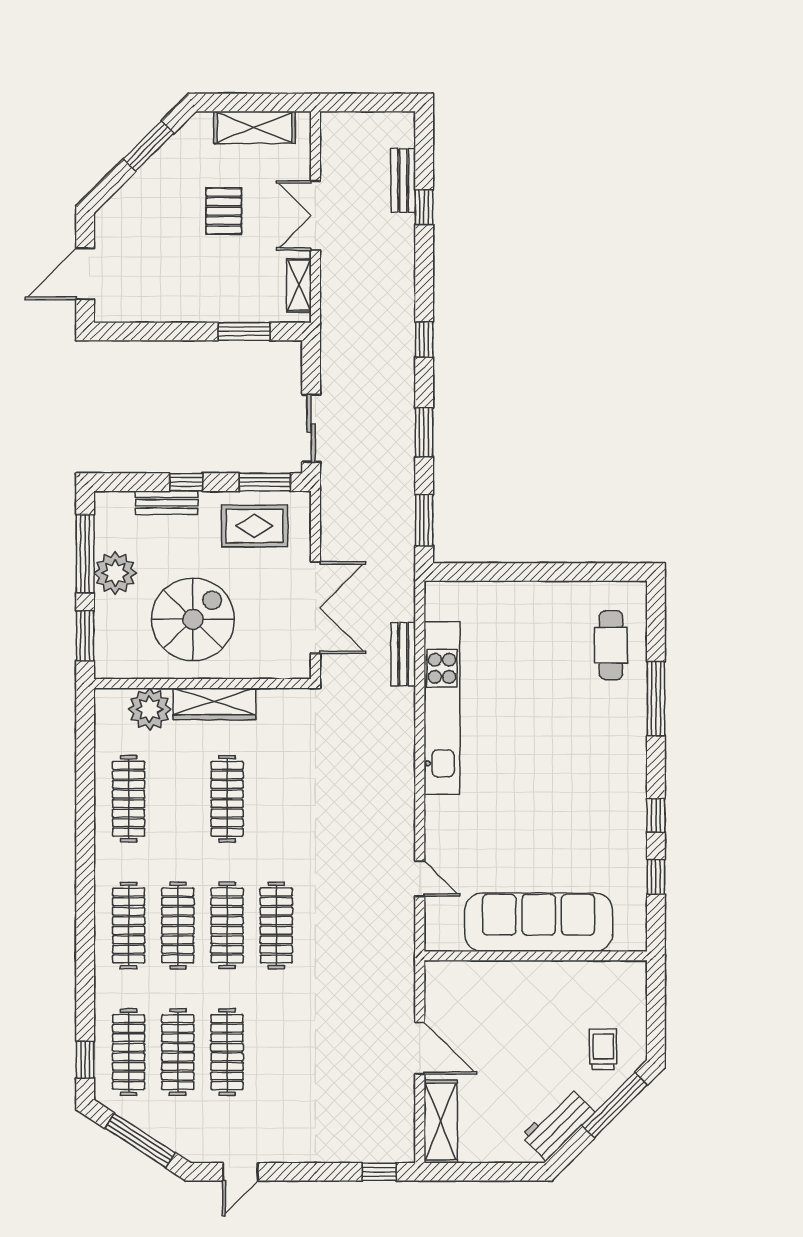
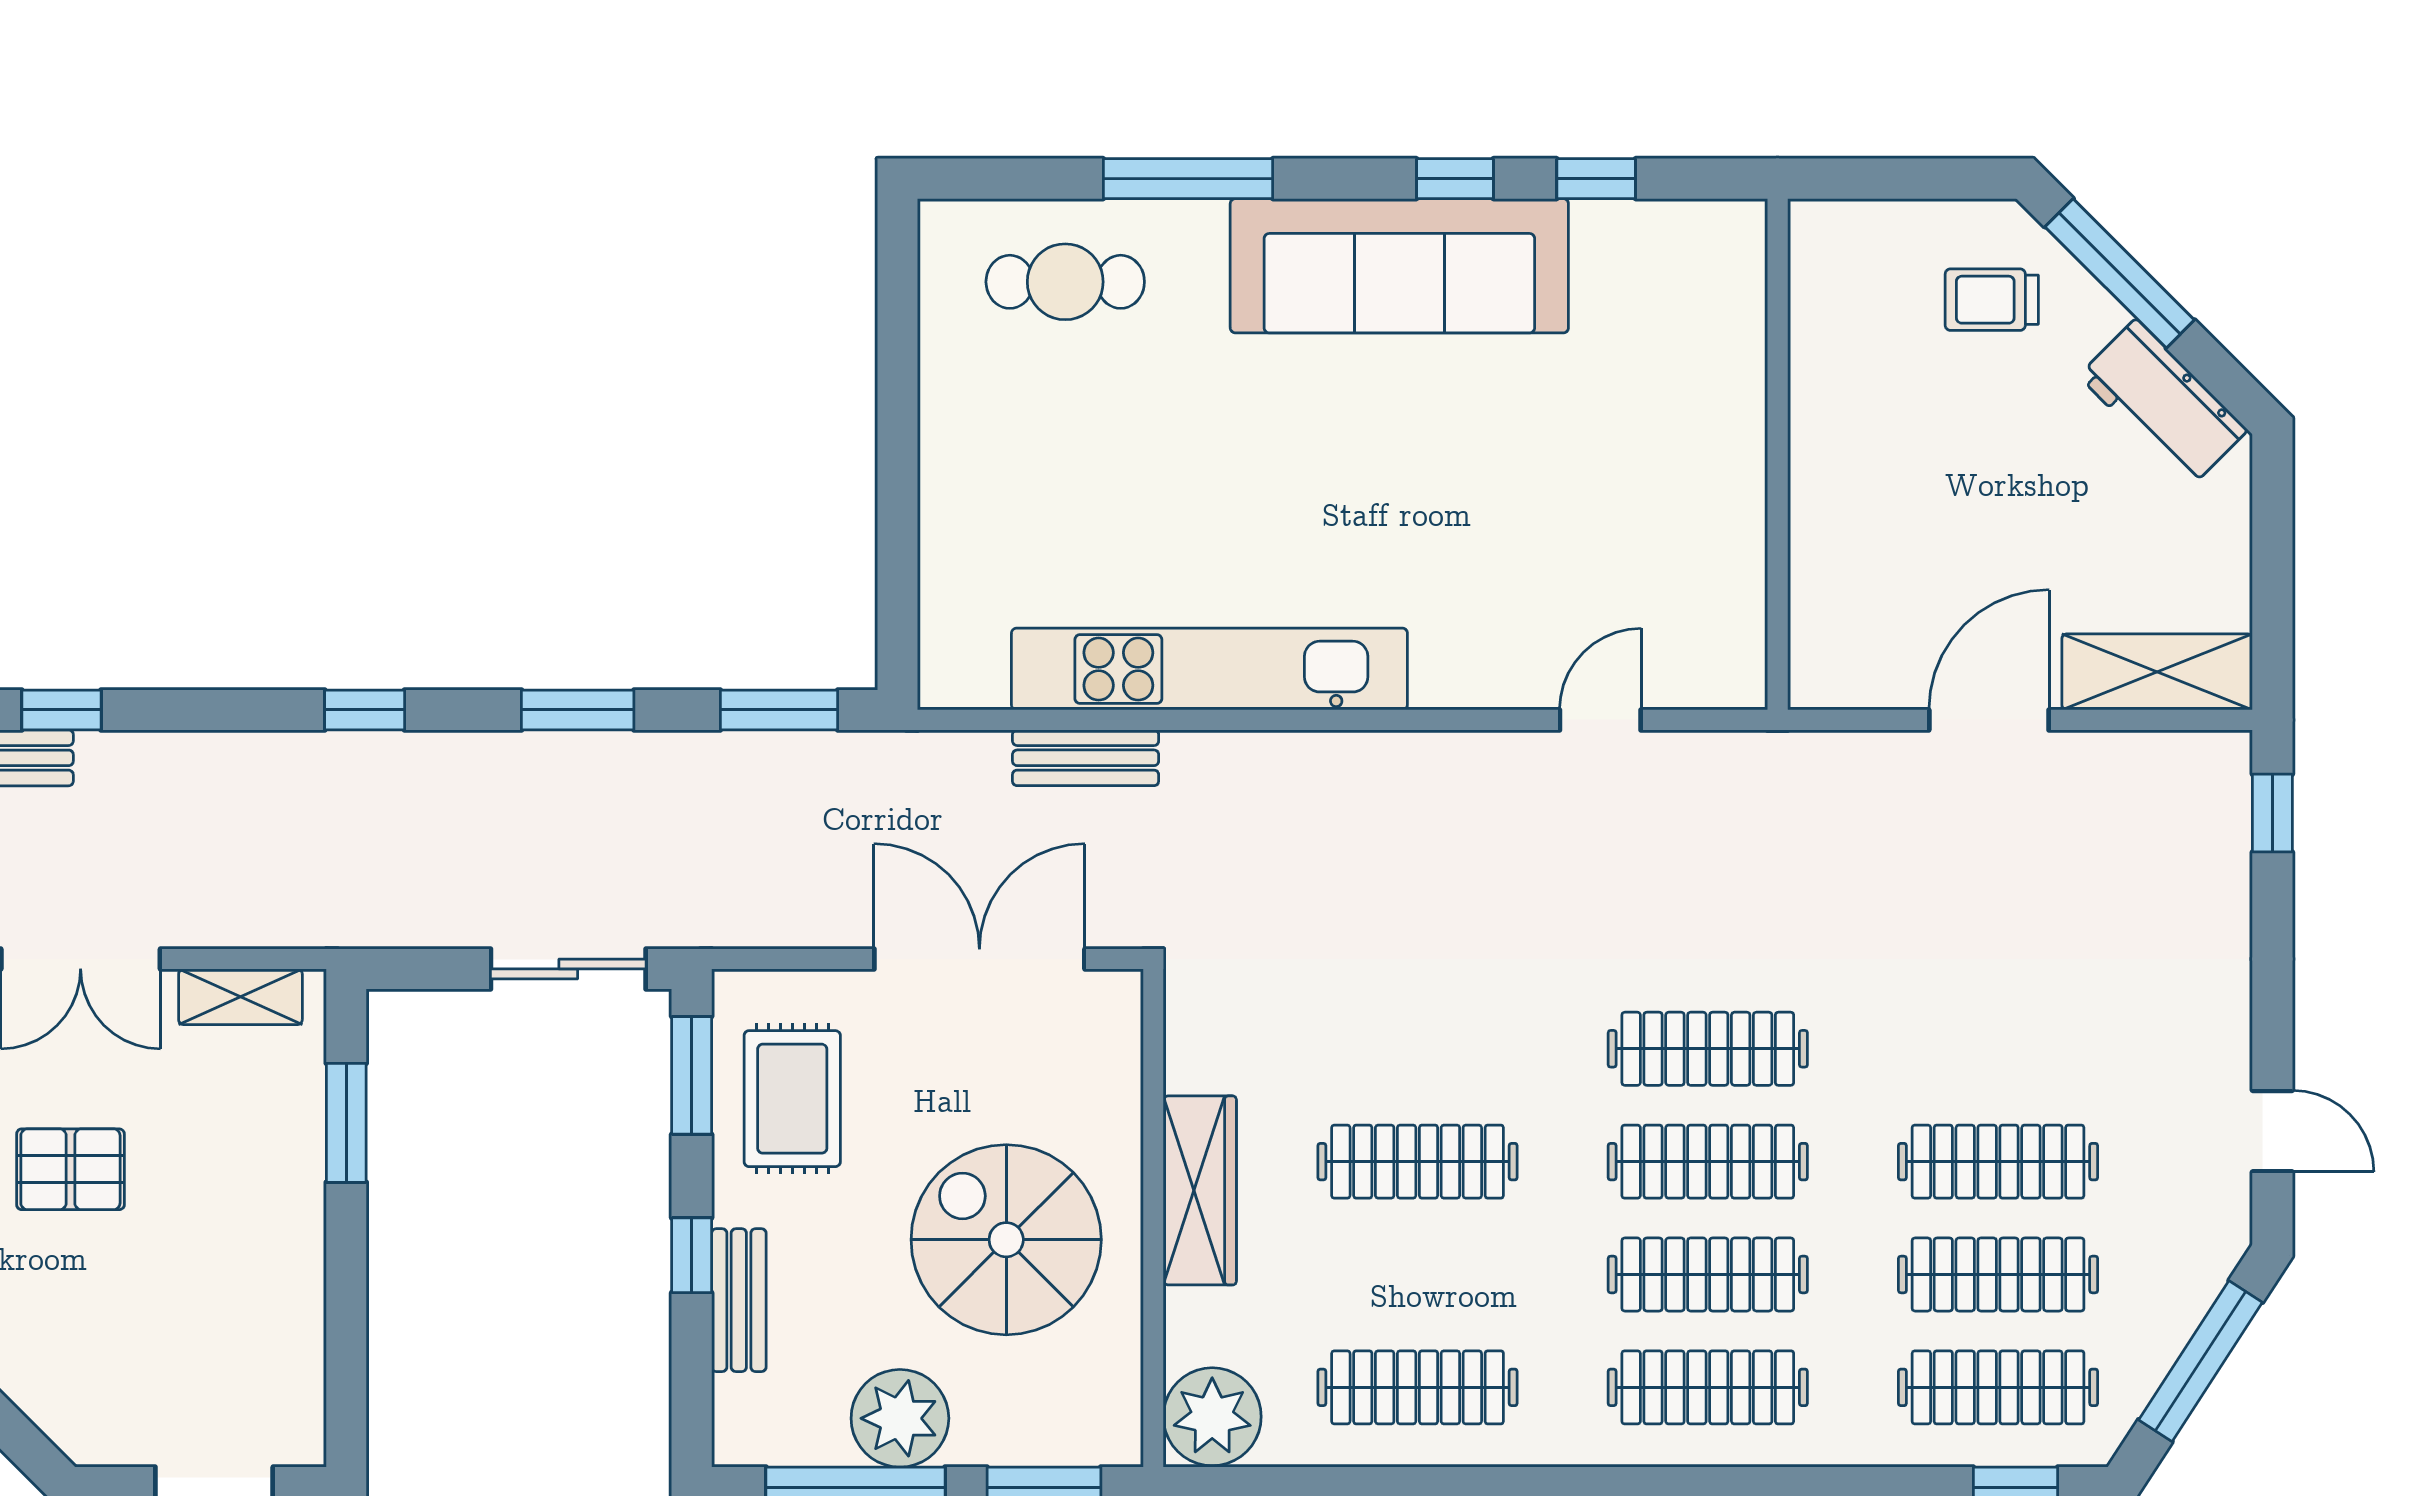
plant: (150, 709) -> (1212, 1417), moved
sofa: (539, 922) -> (1399, 266), moved, turned -90

